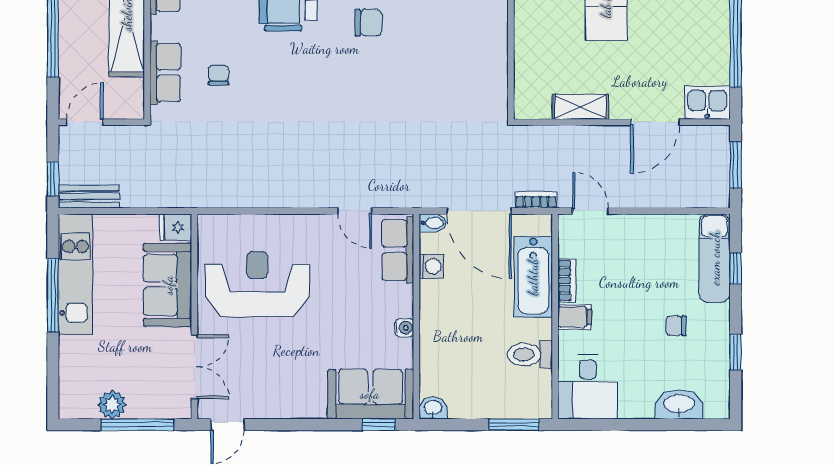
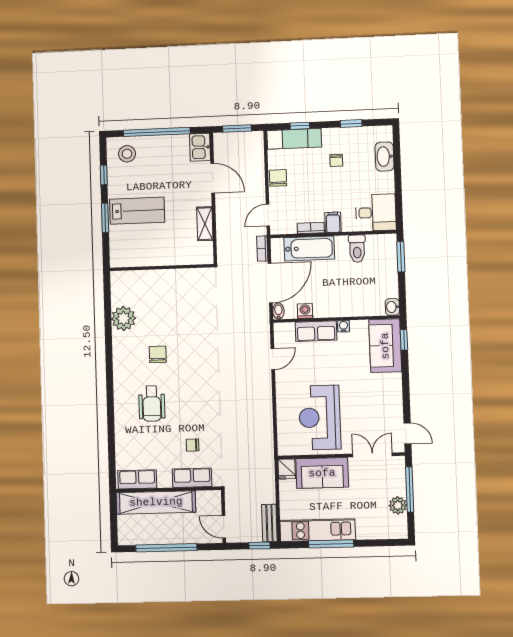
chair: (651, 230) -> (278, 178), added
row of seats: (398, 250) -> (316, 331), moved

